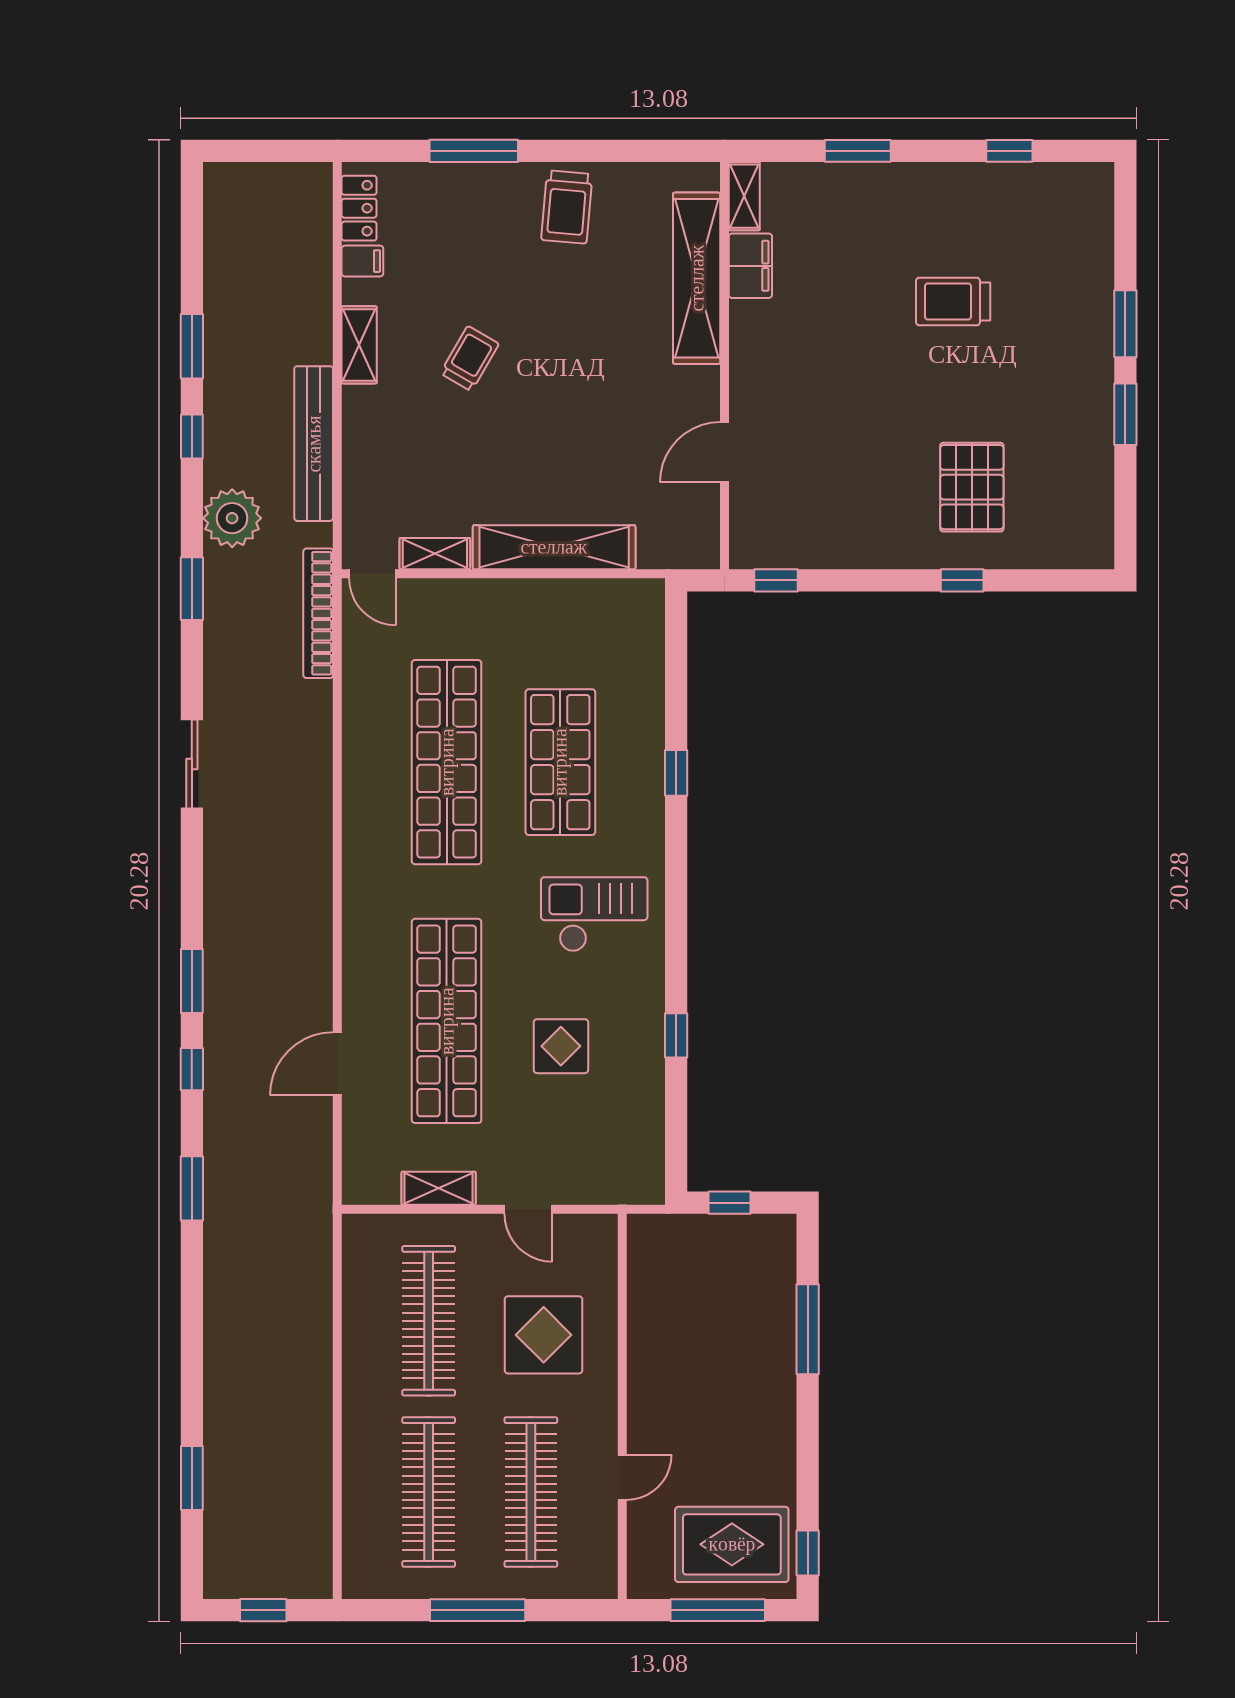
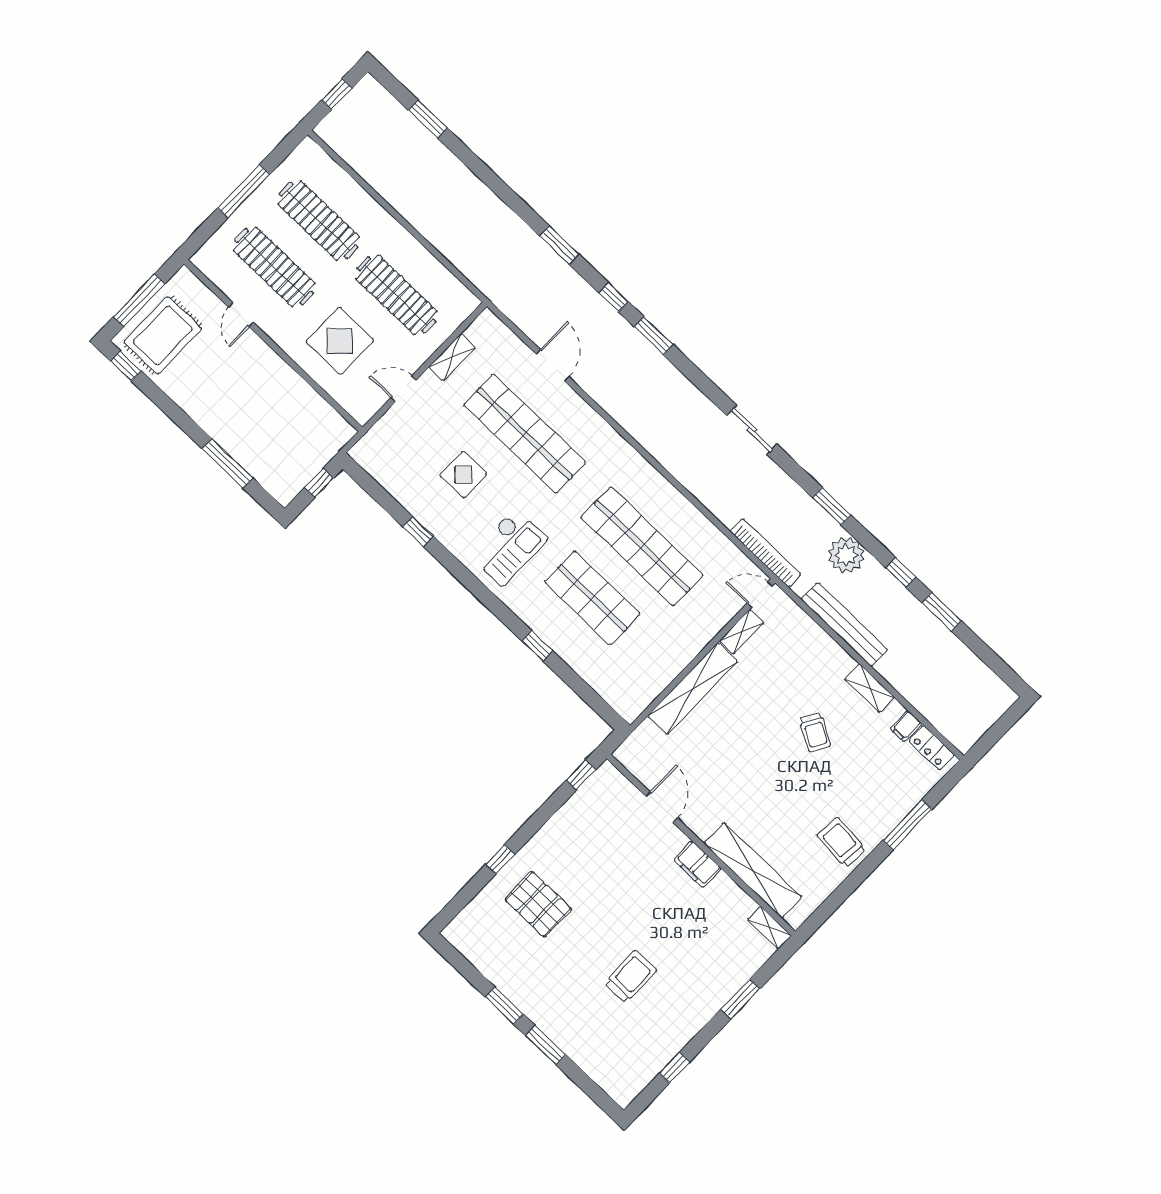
filing cabinet: (750, 266) -> (697, 864), moved

